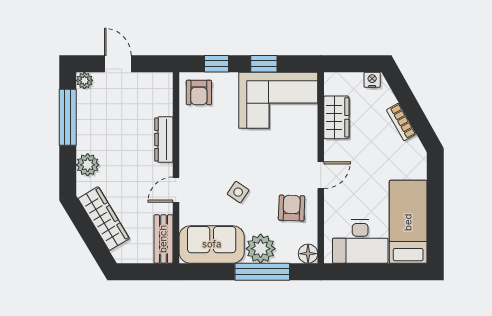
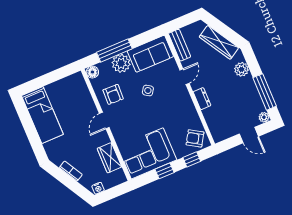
armchair: (199, 92) -> (195, 138), turned -58
dresser: (164, 139) -> (202, 99), width x0.70
desk: (360, 242) -> (65, 92), removed

